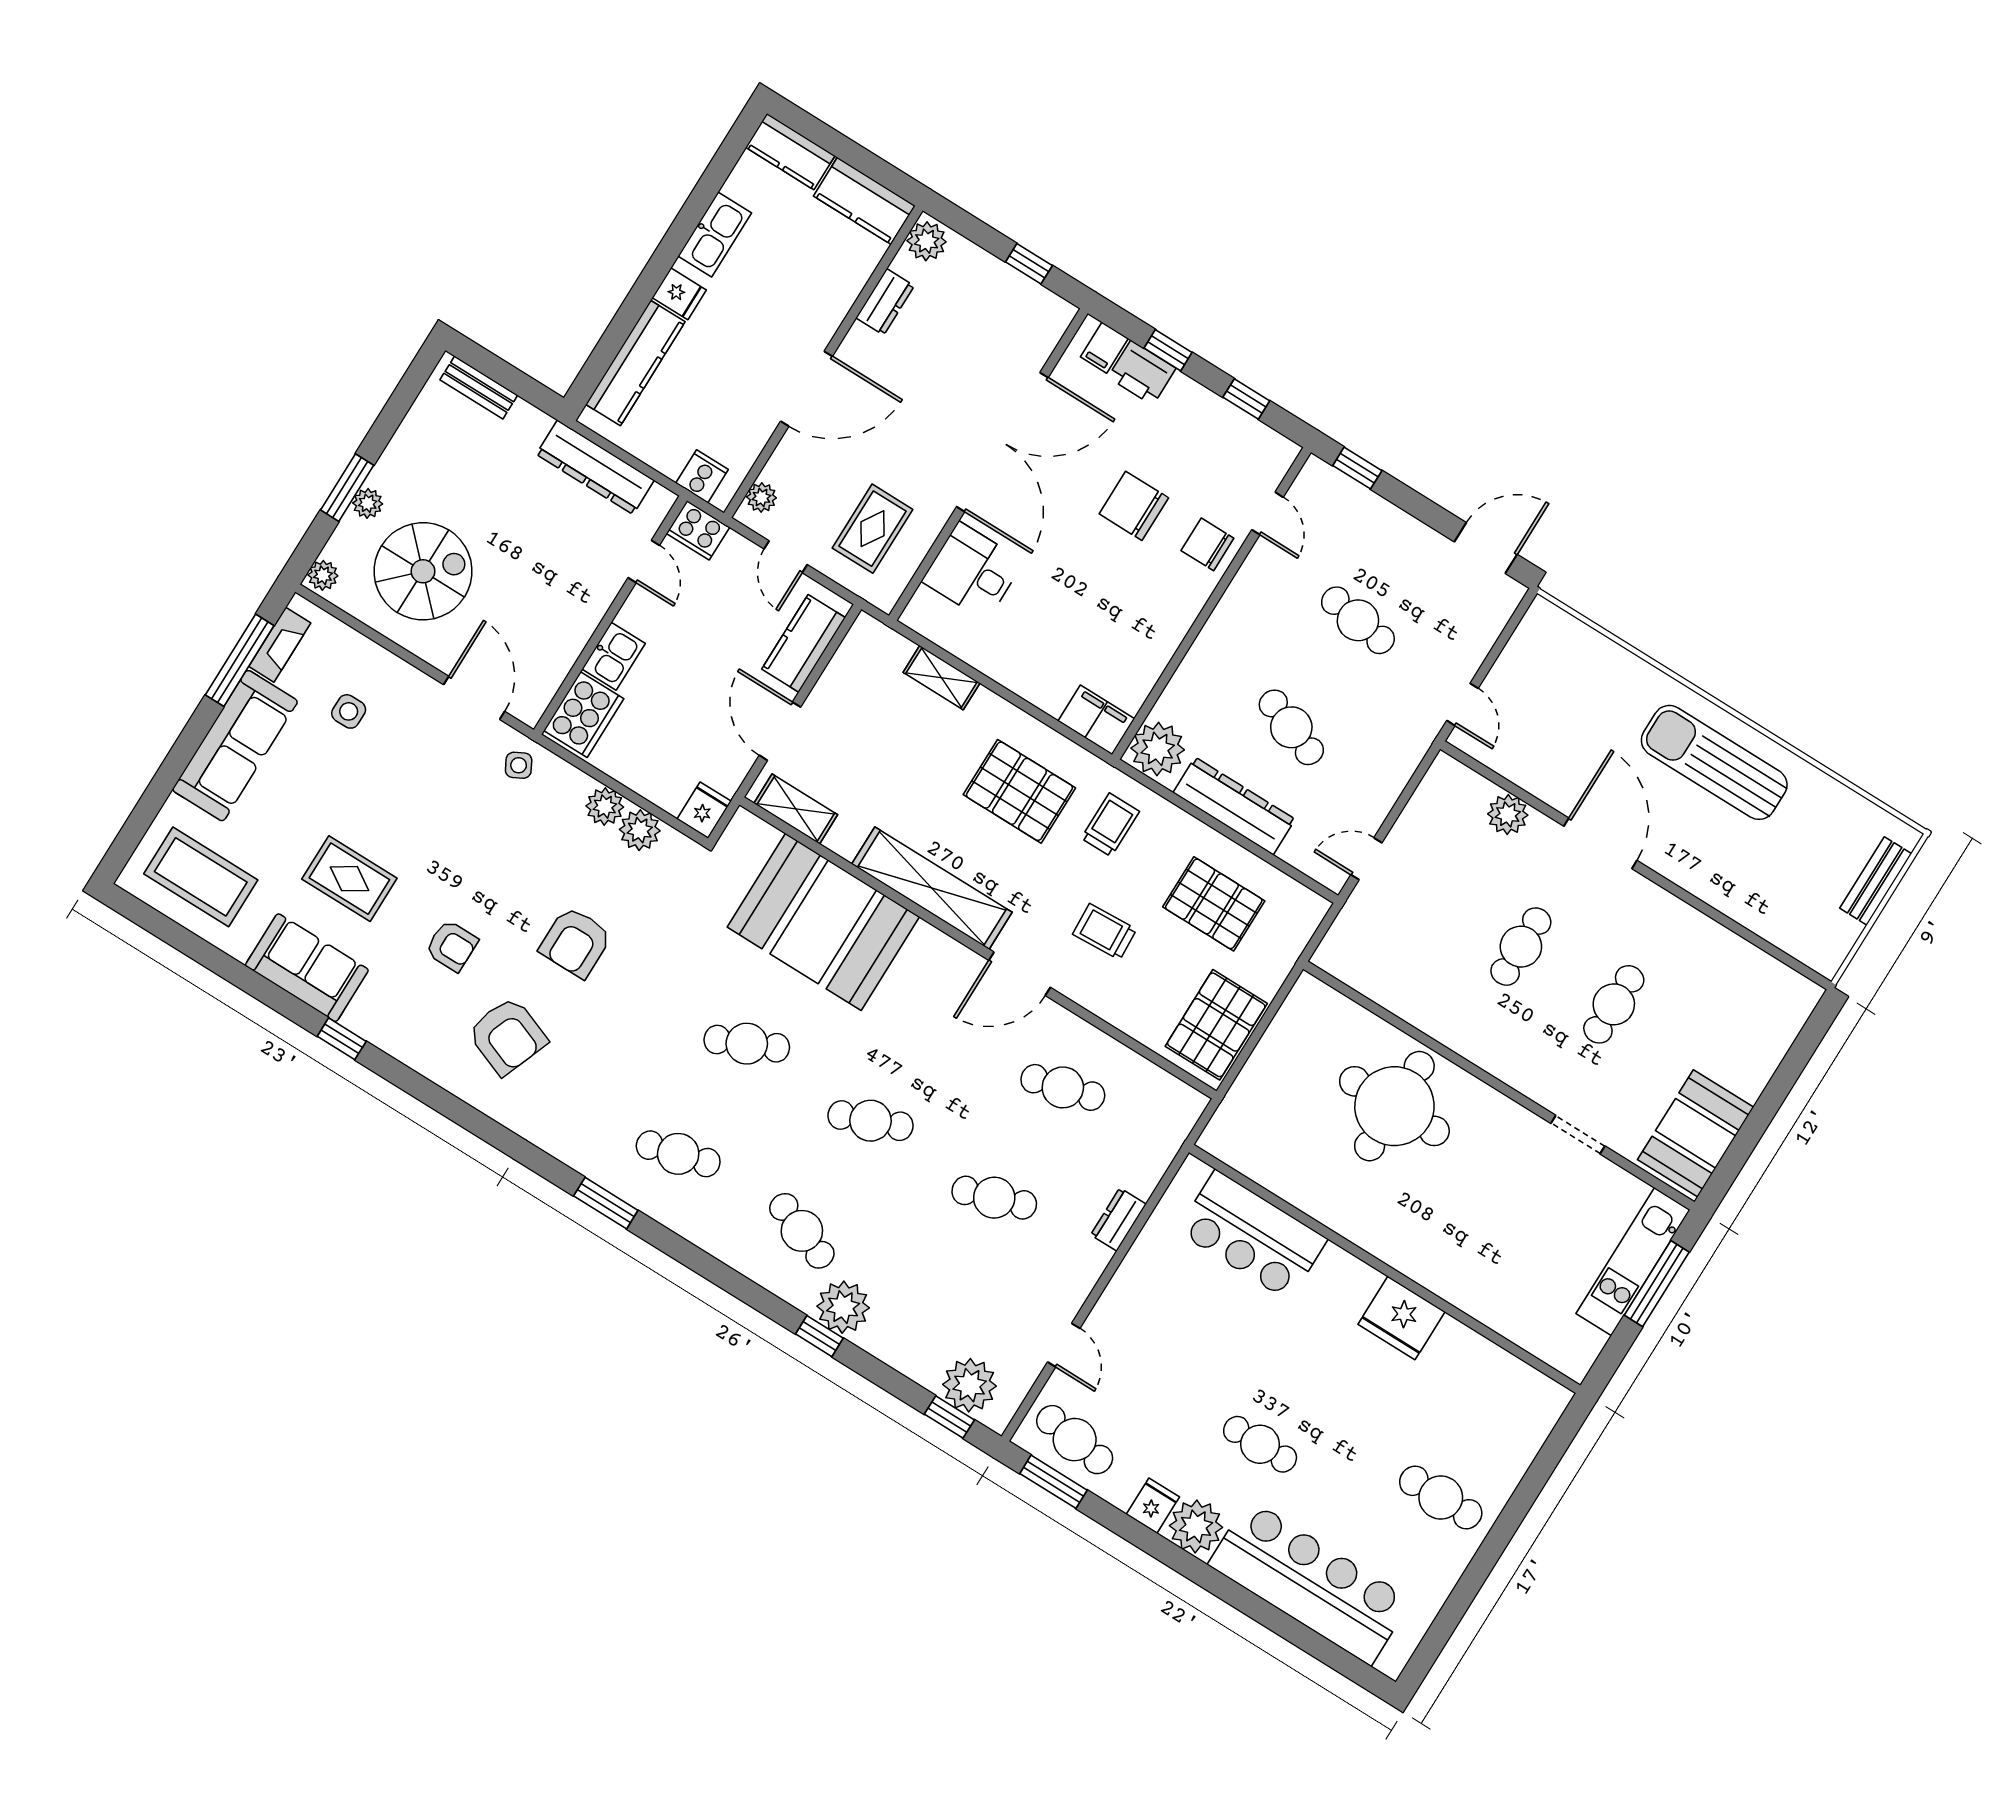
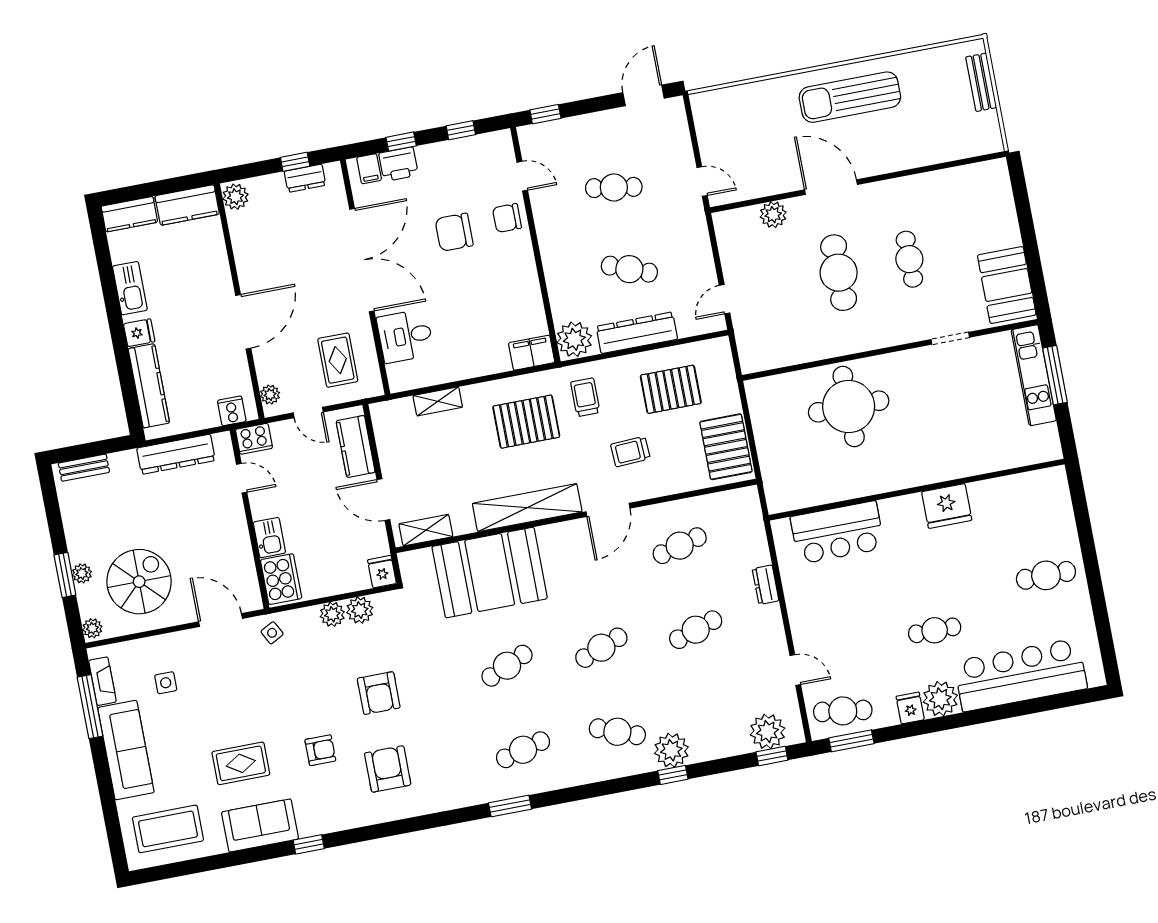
dresser: (885, 302) -> (305, 178), moved, turned 90
cafe table: (1521, 947) -> (839, 273), width x1.37, depth x1.35
armchair: (507, 1036) -> (388, 769), turned -111

